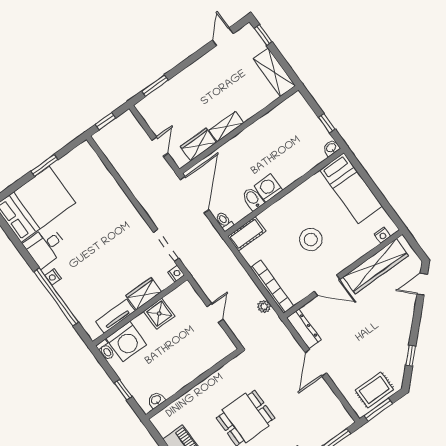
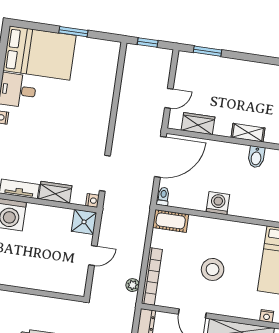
shelving: (226, 127) -> (248, 133), moved
bidet: (253, 199) -> (256, 157), moved, turned 180
shower: (159, 314) -> (84, 222), moved

